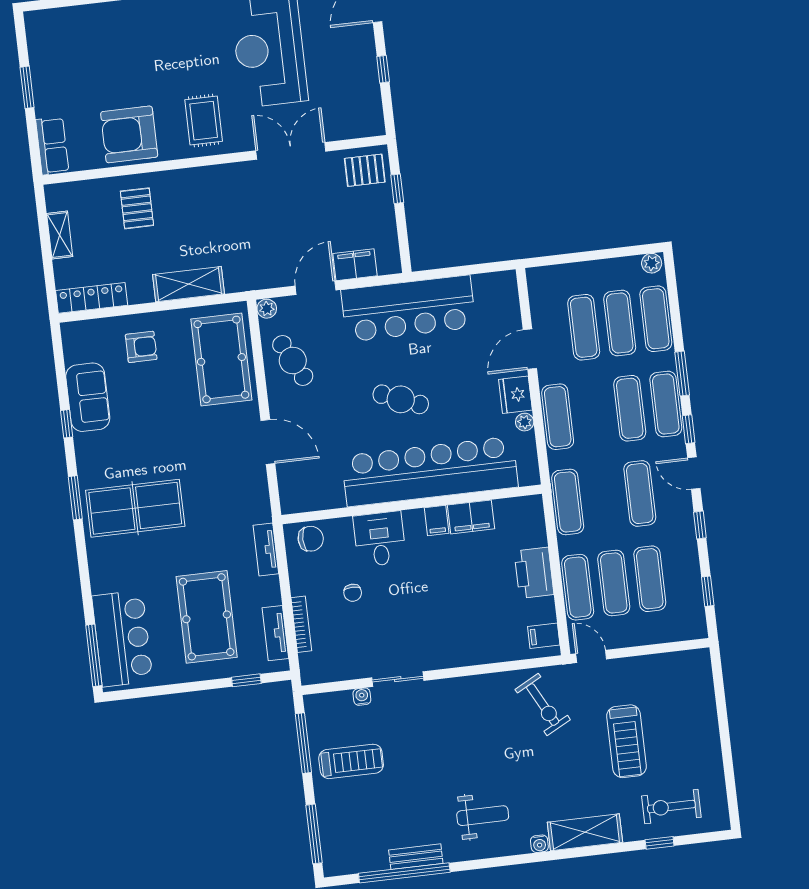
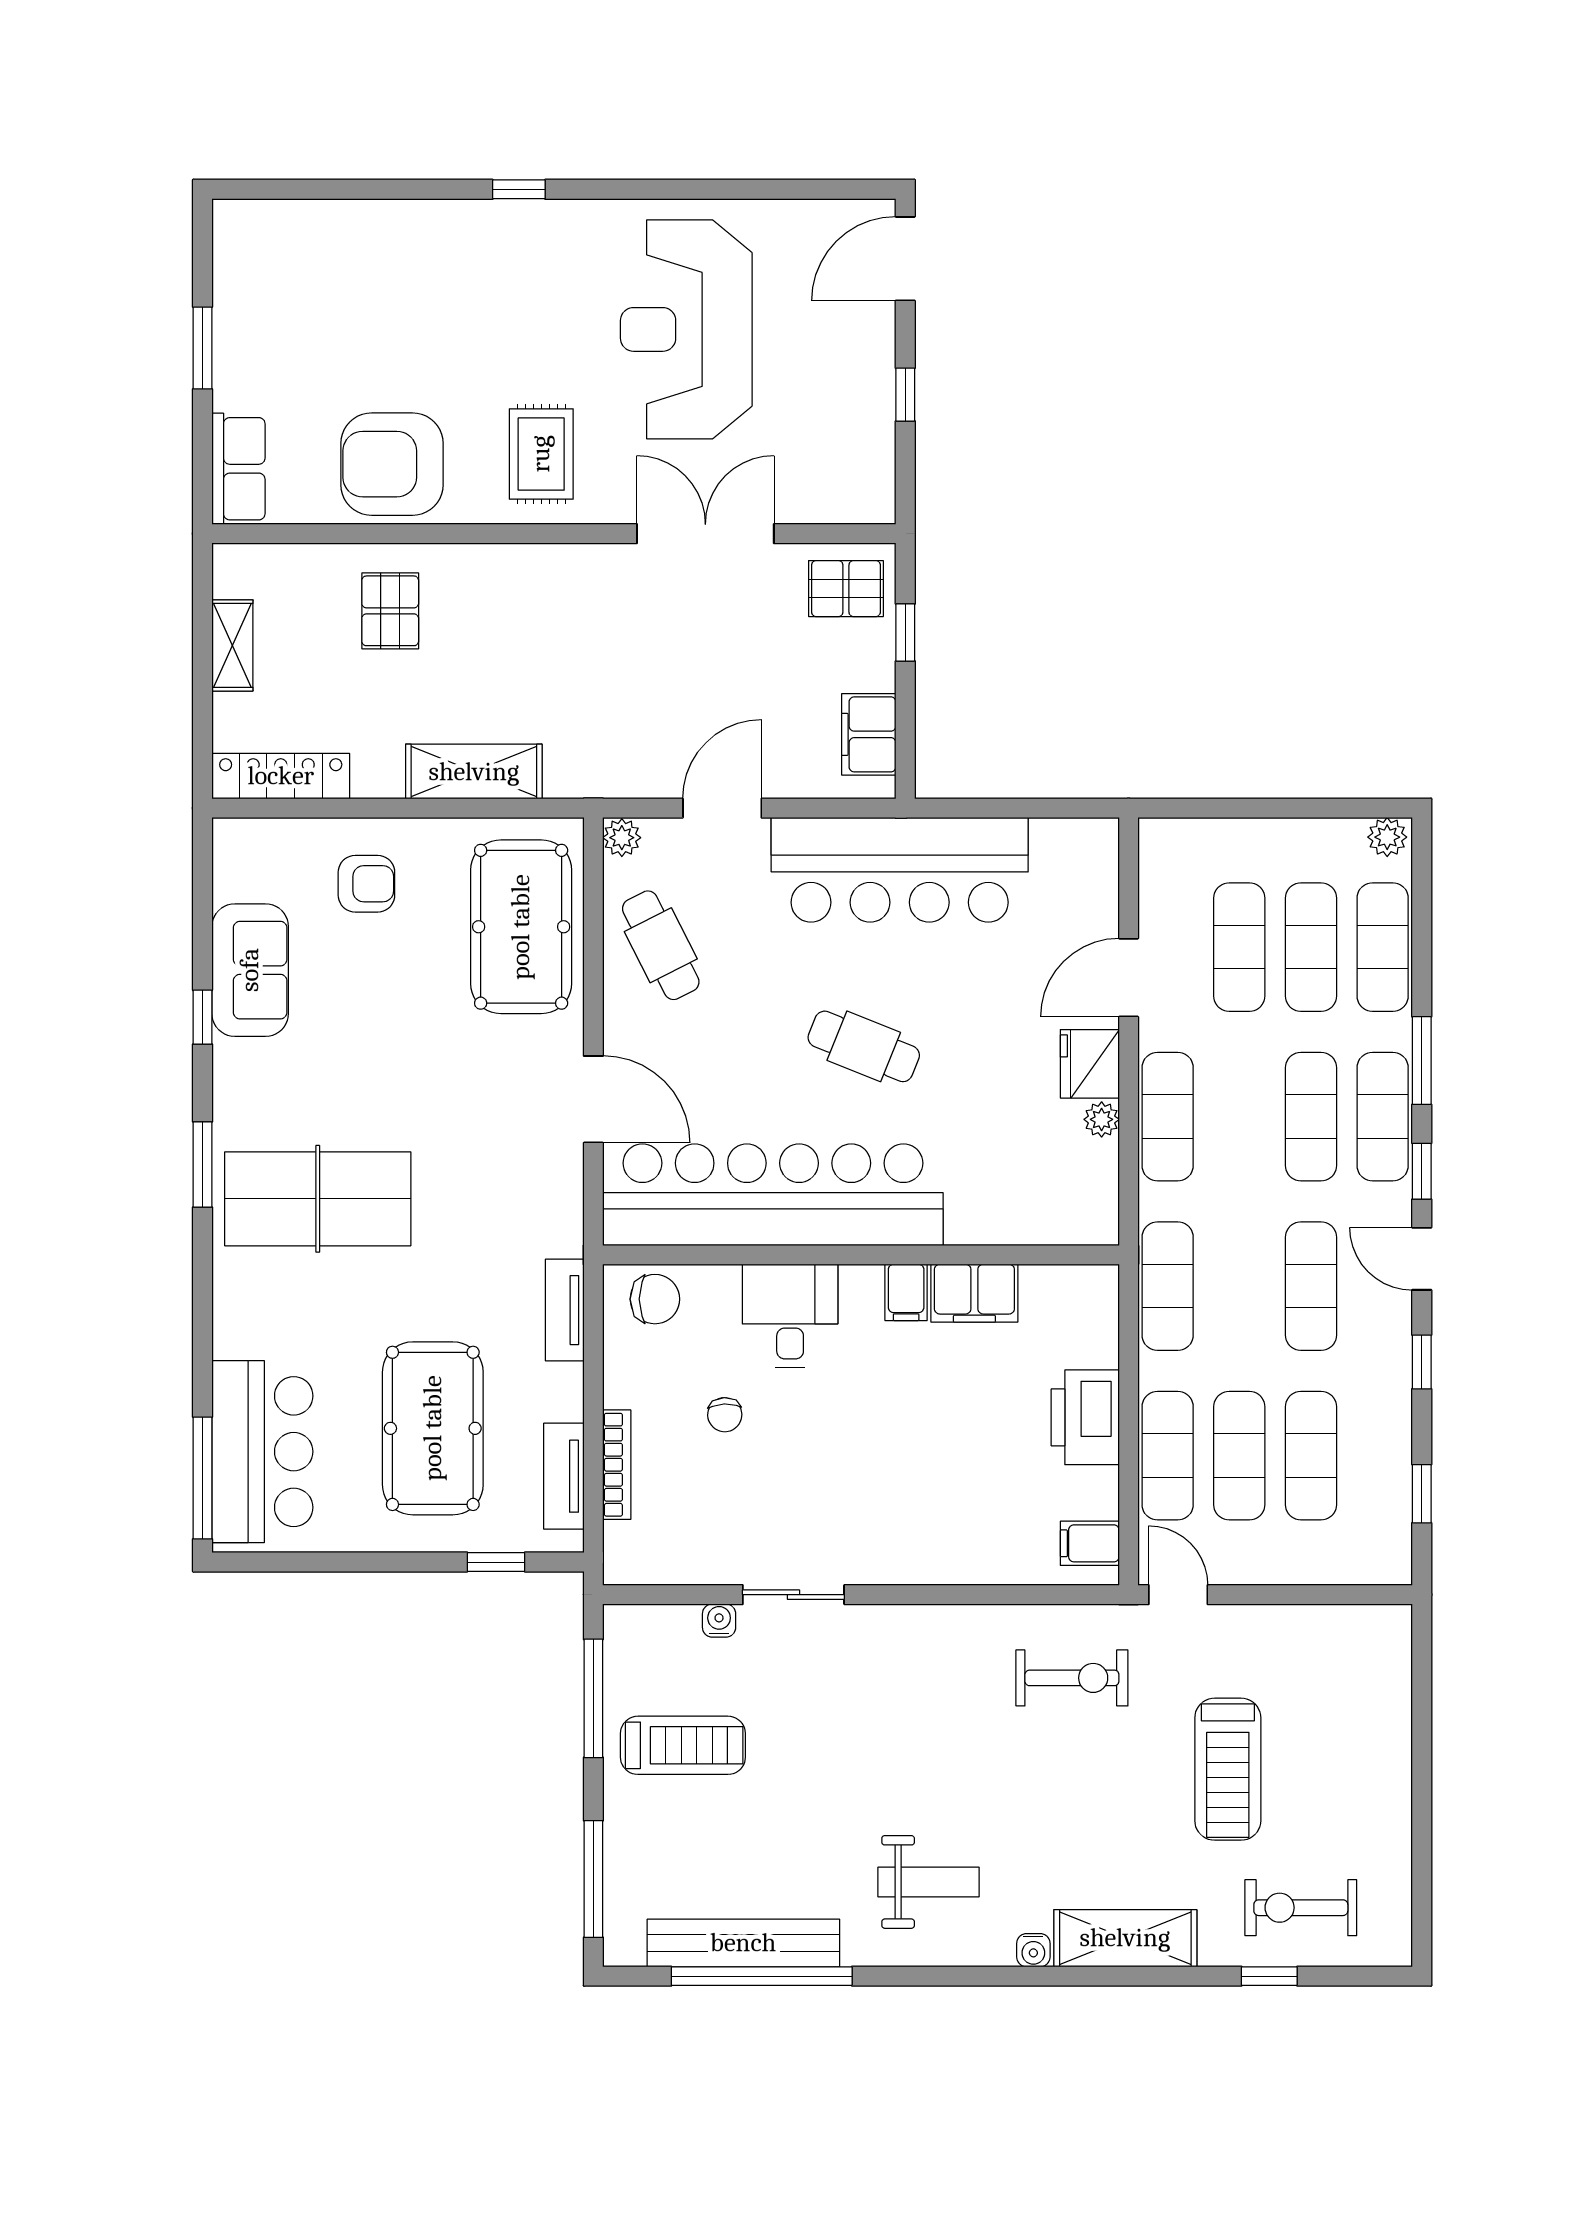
filing cabinet: (355, 265) -> (869, 734), moved, turned -90
bar counter: (430, 472) -> (773, 1195), moved
exercise bike: (543, 705) -> (1072, 1678), turned -62
bench: (416, 857) -> (743, 1943), width x1.86, depth x1.21

